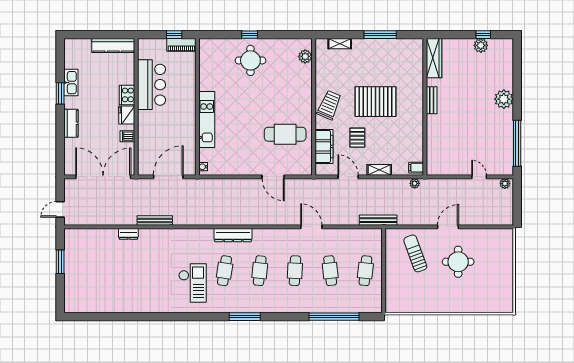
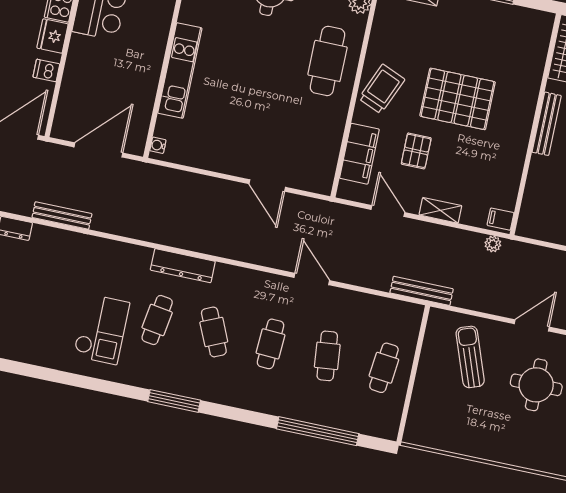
bench: (432, 100) -> (547, 124), width x1.36
cafe table: (285, 134) -> (327, 61), moved, turned 90
cafe table: (260, 271) -> (214, 332), turned -30

